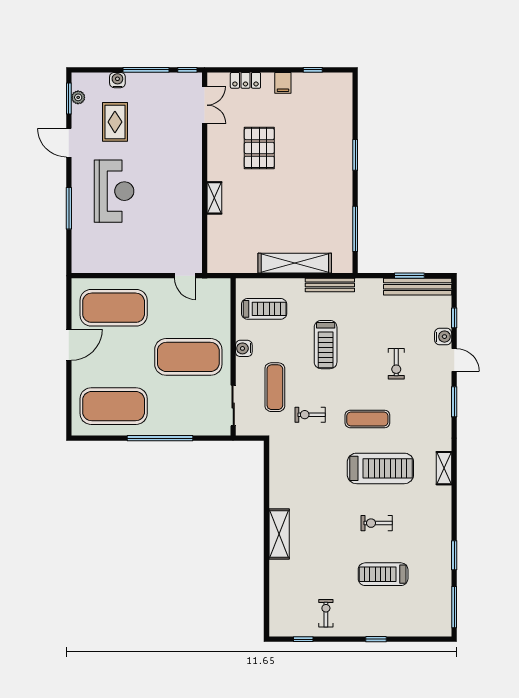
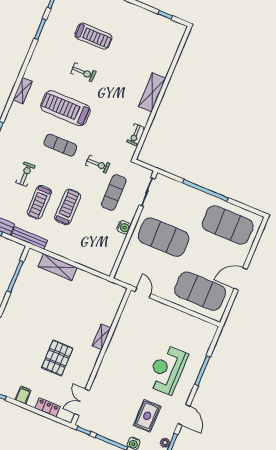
shelving: (295, 263) -> (58, 267), width x0.68
bench: (330, 285) -> (29, 238), moved
treadmill: (264, 309) -> (39, 202), moved, turned -90
exercise bike: (326, 613) -> (135, 135), moved

